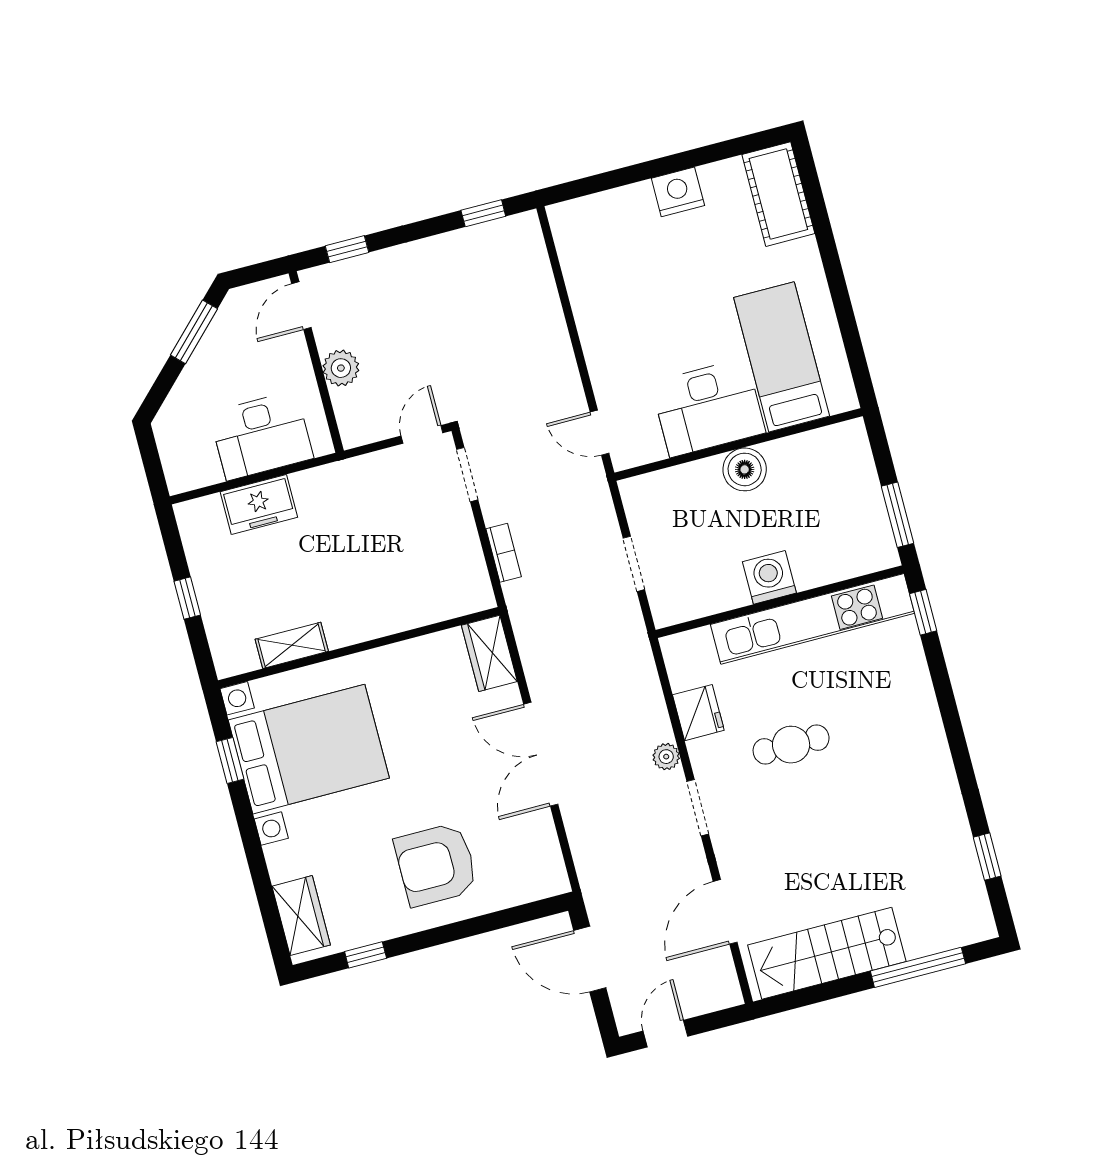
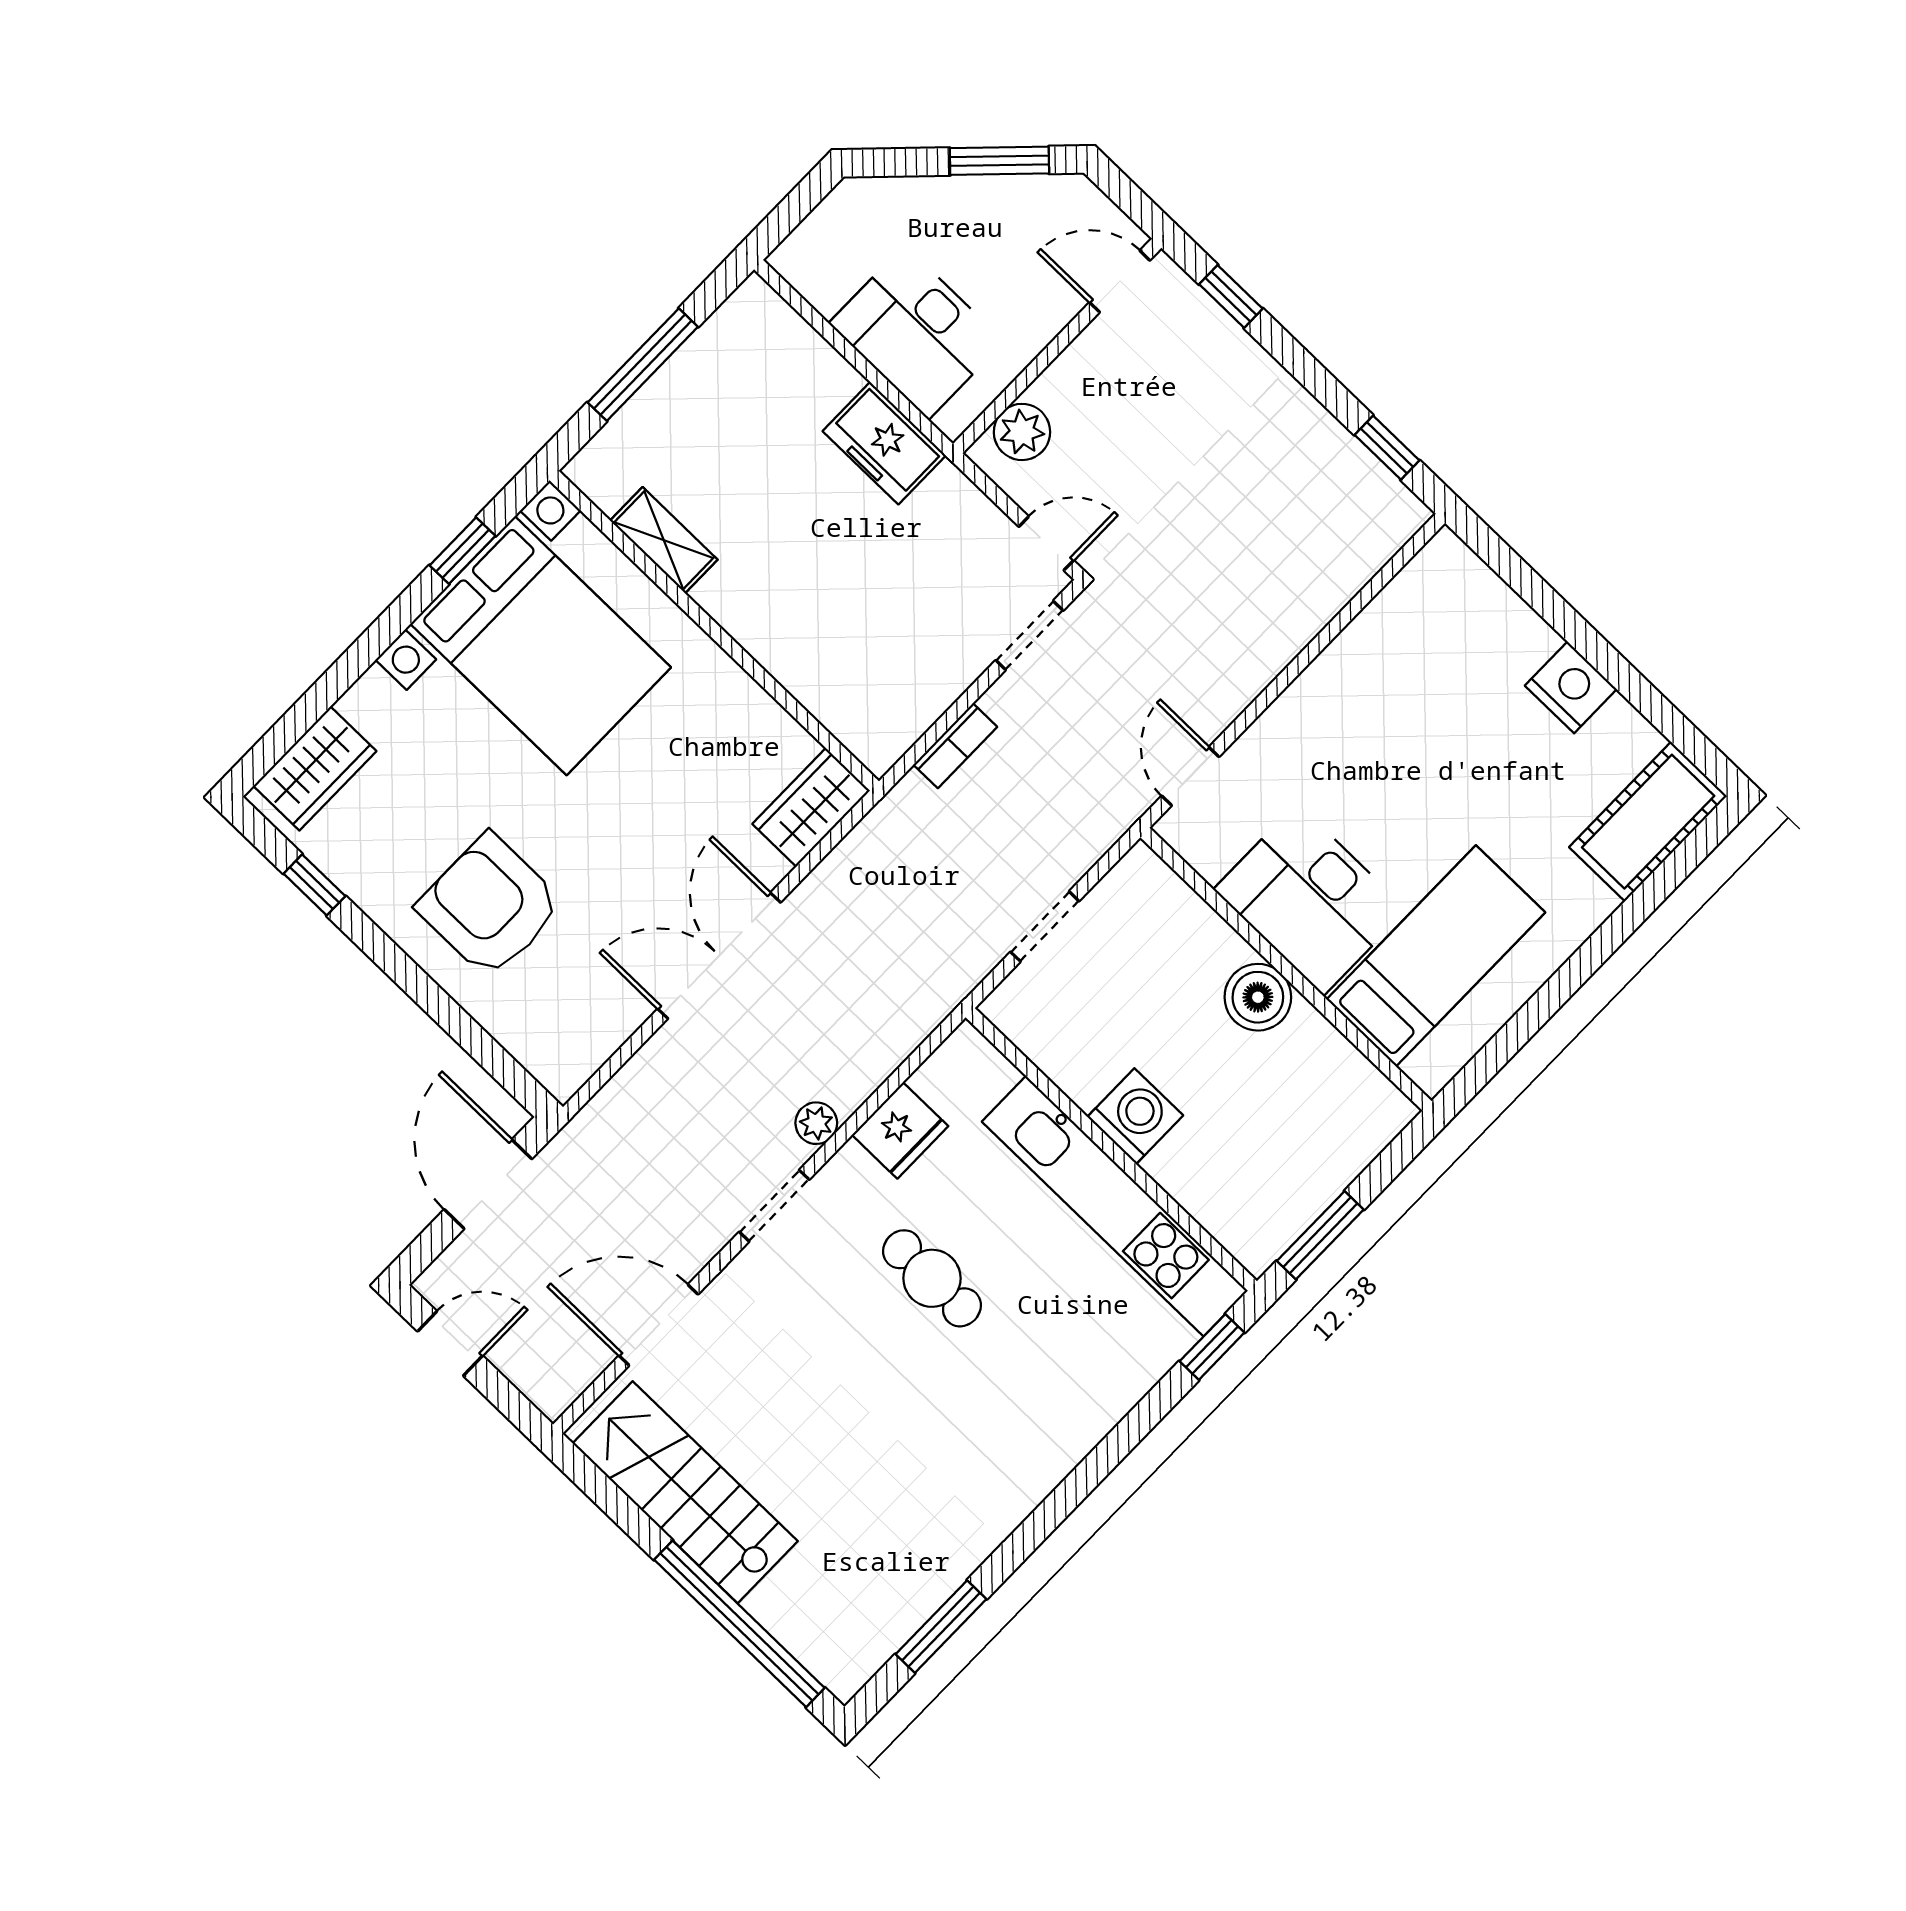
plant: (341, 368) -> (1022, 432), moved
freezer: (259, 504) -> (884, 443), moved
window: (187, 598) -> (643, 365), width x2.17
window: (987, 857) -> (941, 1627), width x1.50
window: (918, 967) -> (739, 1624), width x1.46

